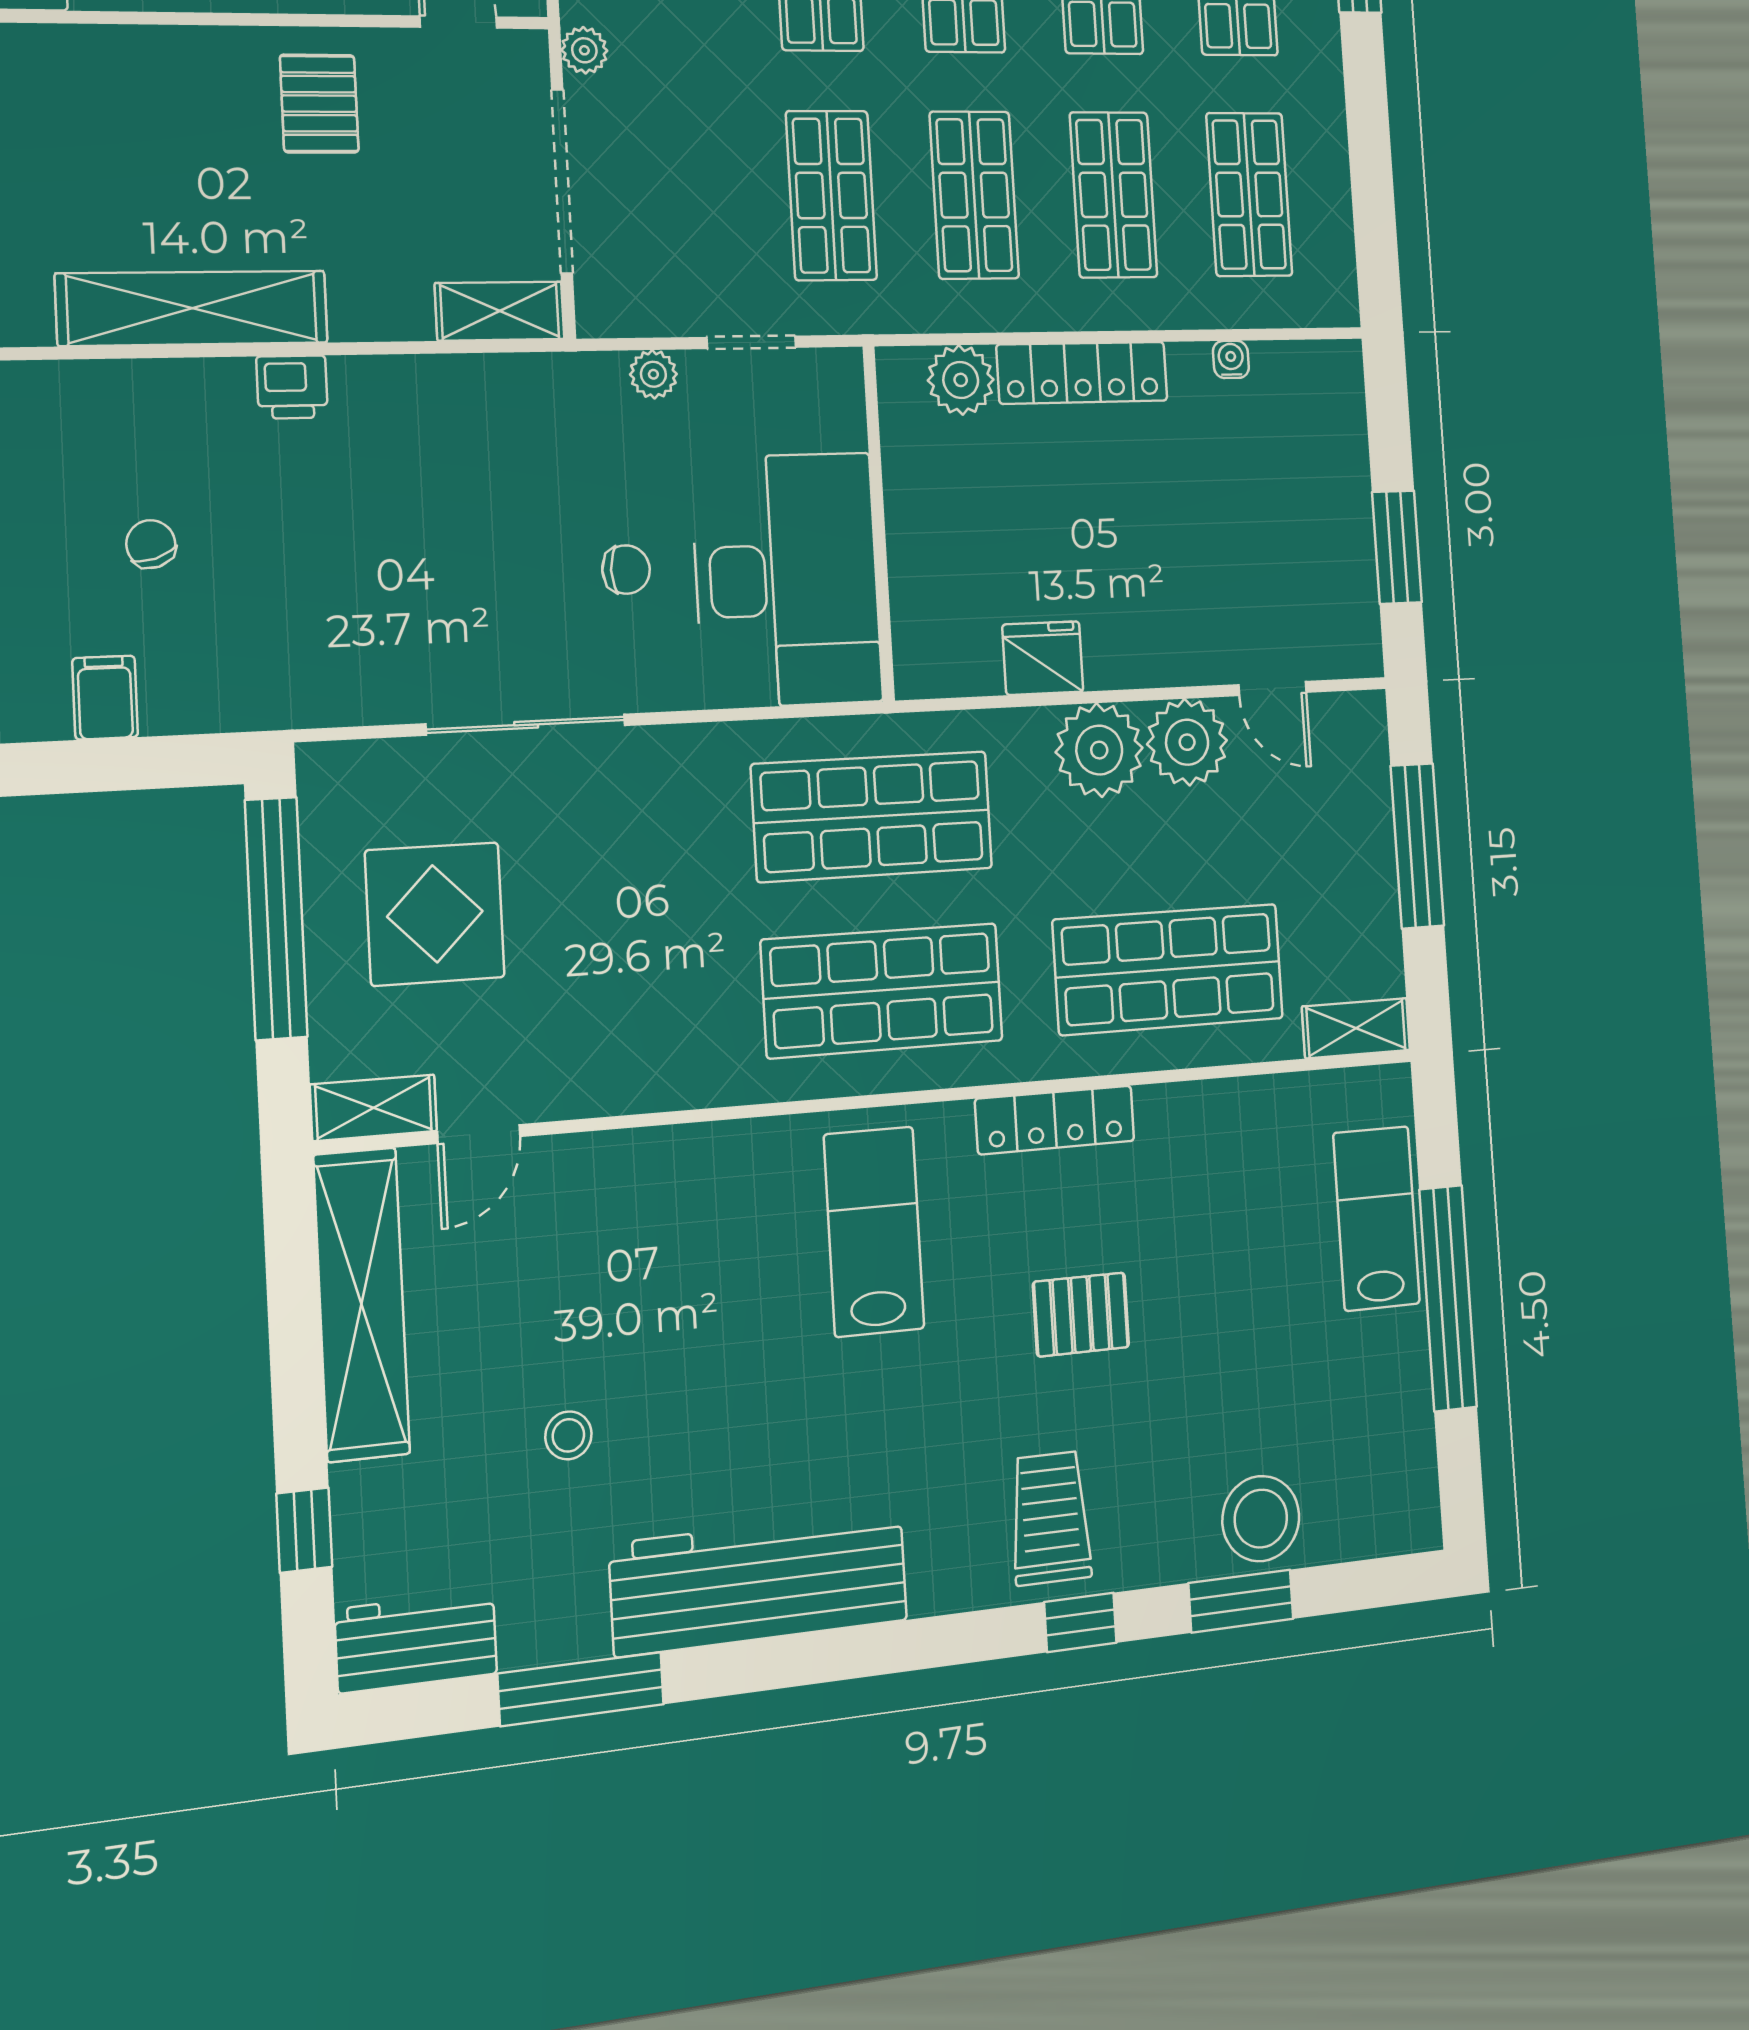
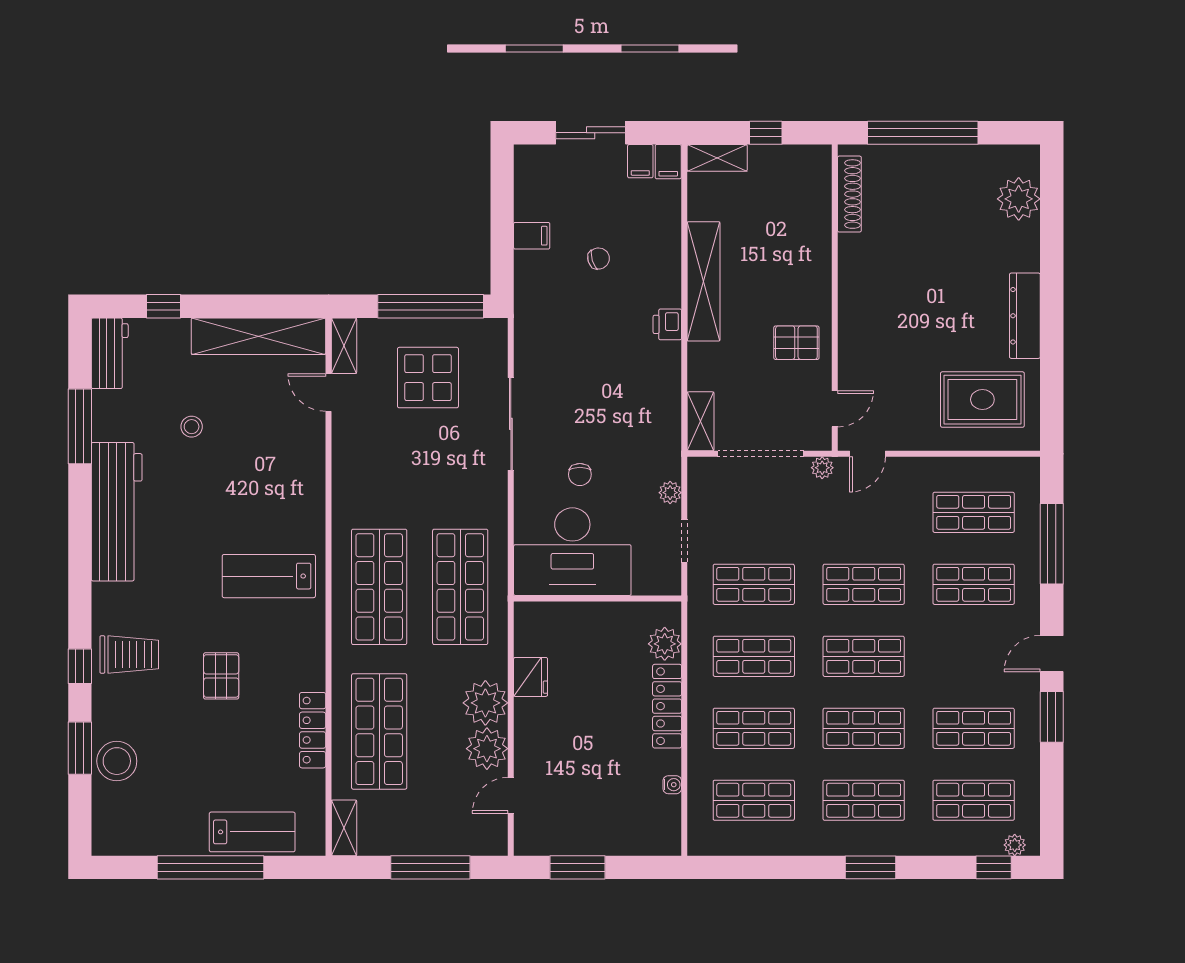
locker: (1055, 1120) -> (313, 730), moved
lab bench: (874, 1232) -> (269, 576), turned 180

